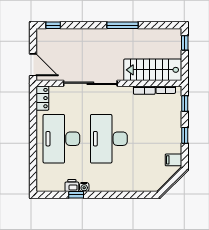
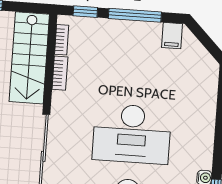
window: (185, 135) -> (135, 15), width x2.17

